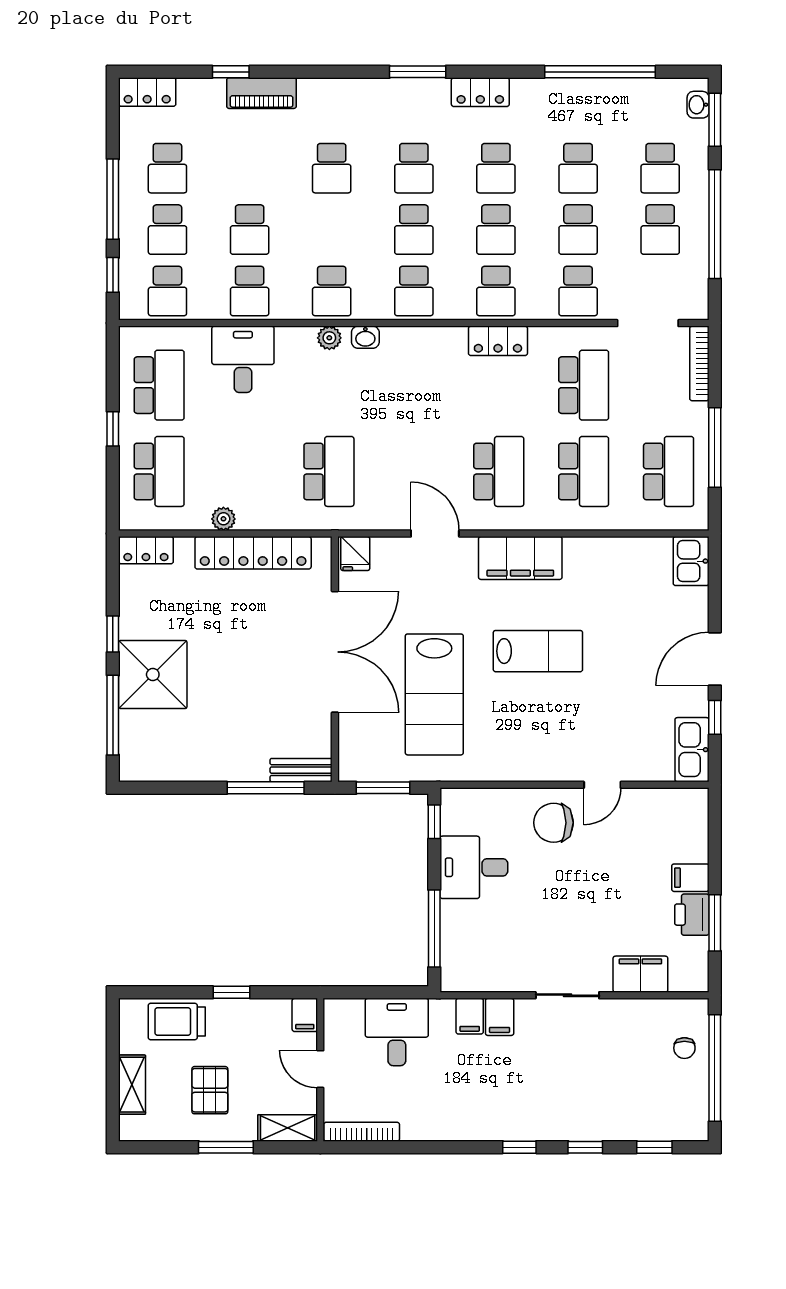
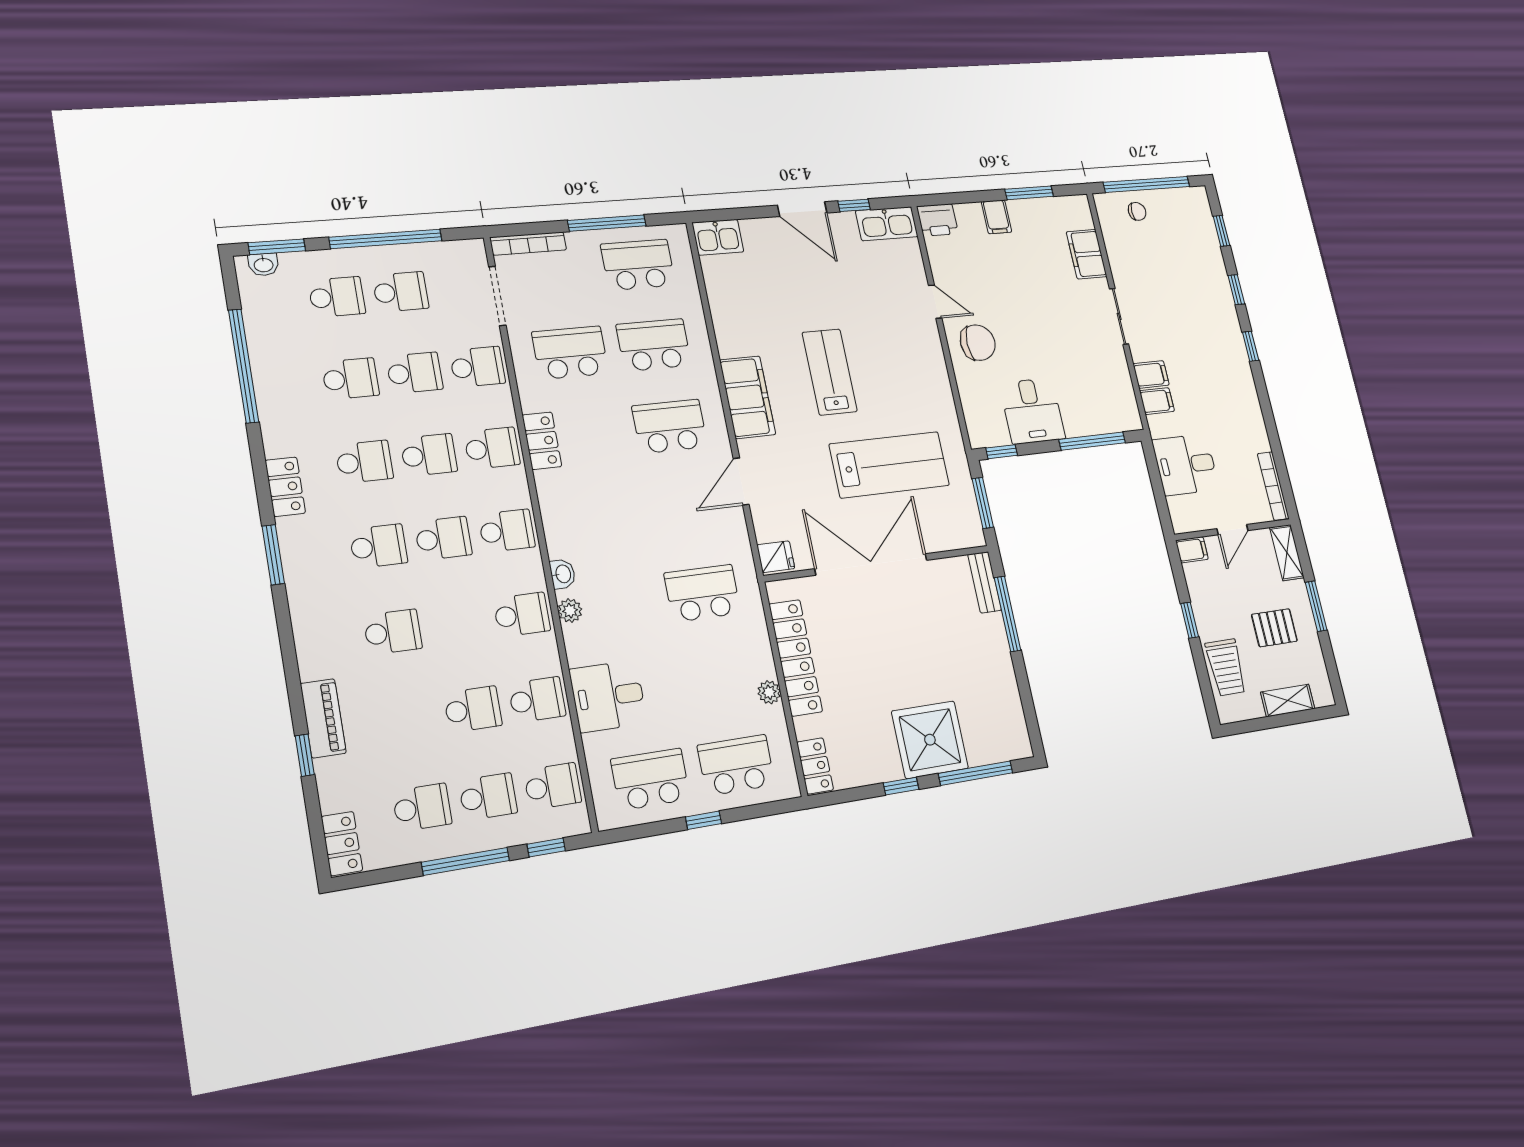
chair: (554, 823) -> (978, 343), turned -90
printer: (692, 915) -> (938, 220), moved

